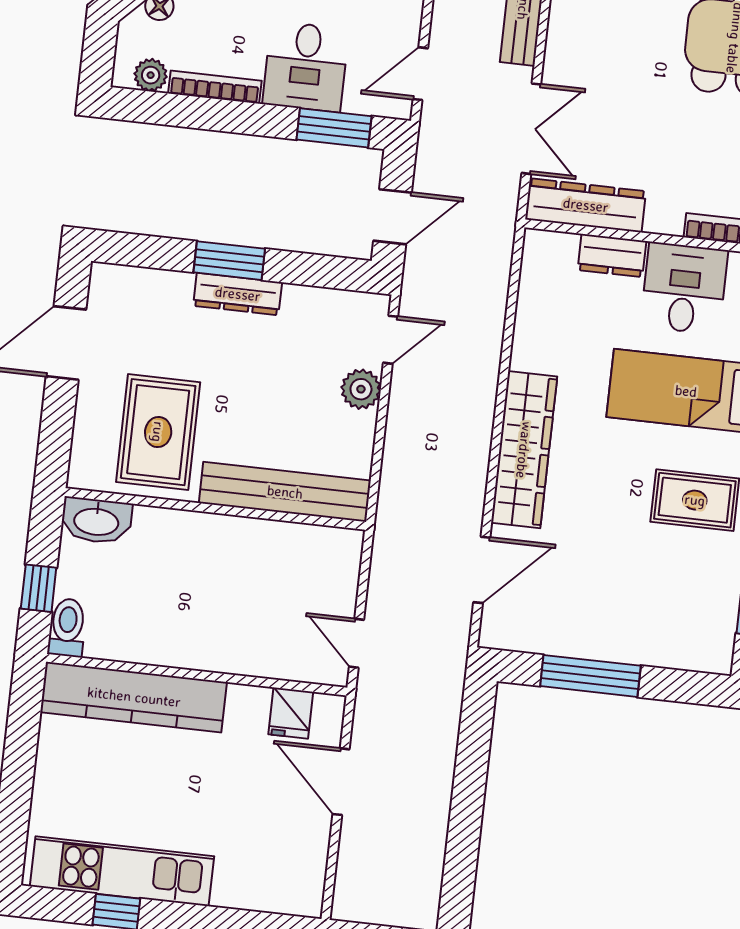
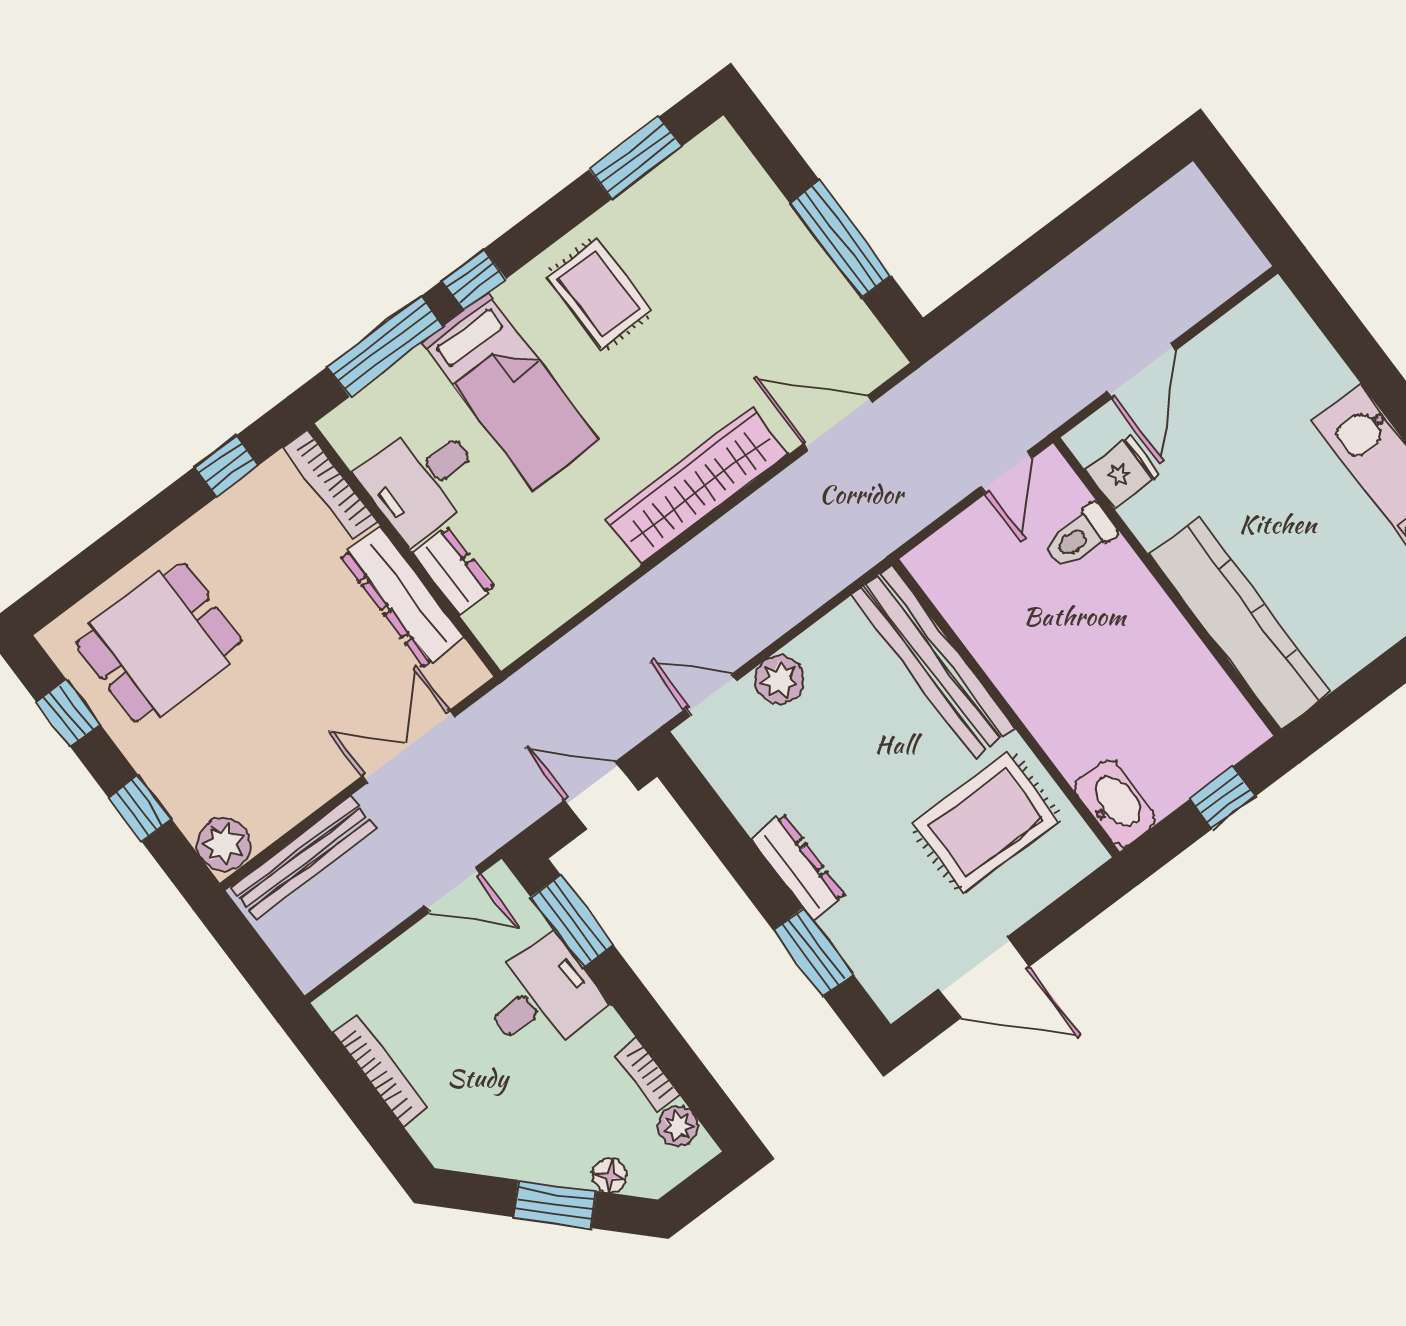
bookcase: (215, 87) -> (647, 1075), width x0.64
dresser: (586, 205) -> (402, 597), moved
window: (229, 261) -> (813, 952), moved
toilet: (67, 628) -> (1080, 537), moved

